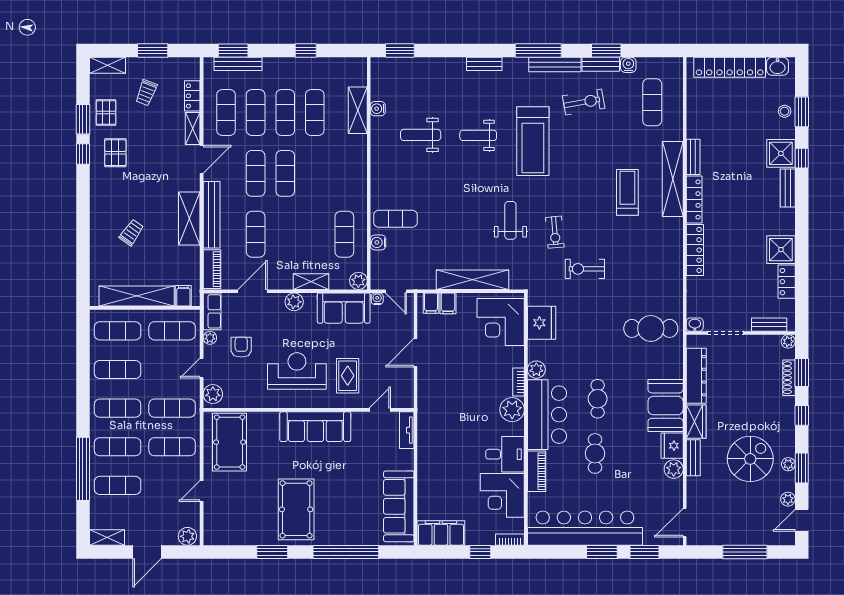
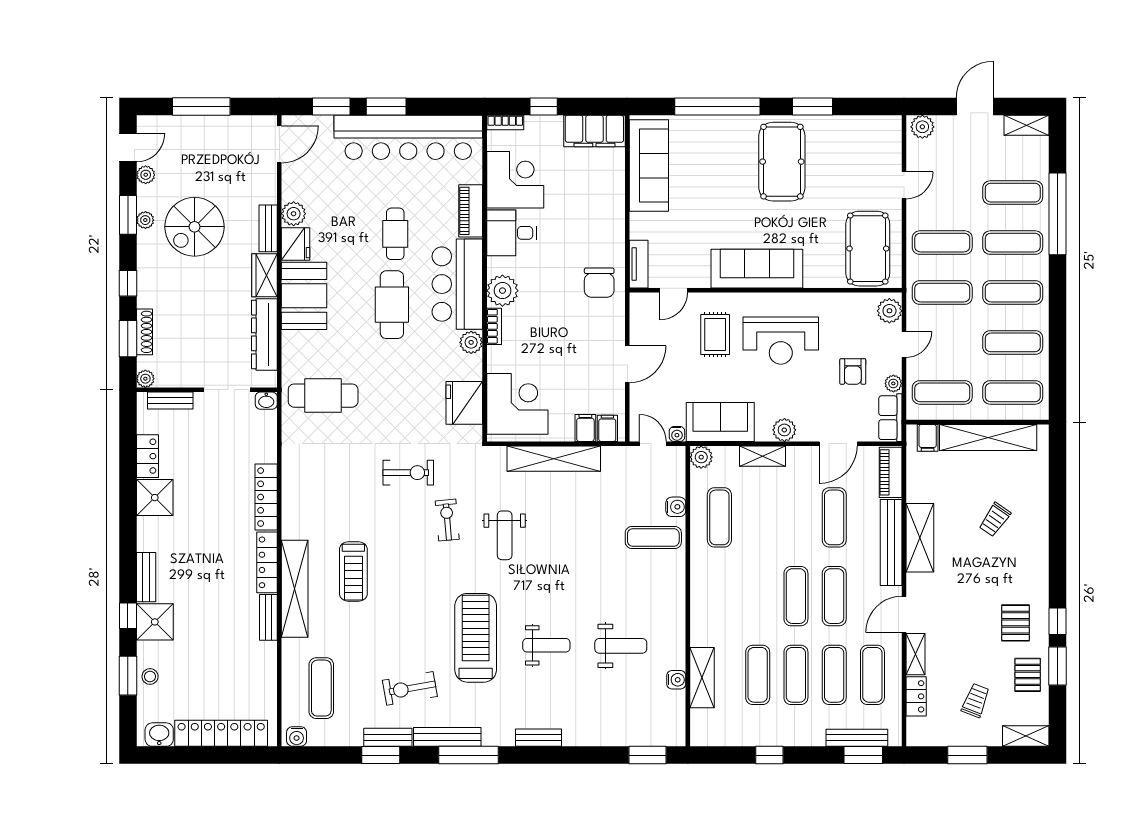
water cooler: (628, 65) -> (297, 736), moved
cafe table: (598, 399) -> (392, 305), width x1.37, depth x1.35
chair: (437, 416) -> (599, 283), added

